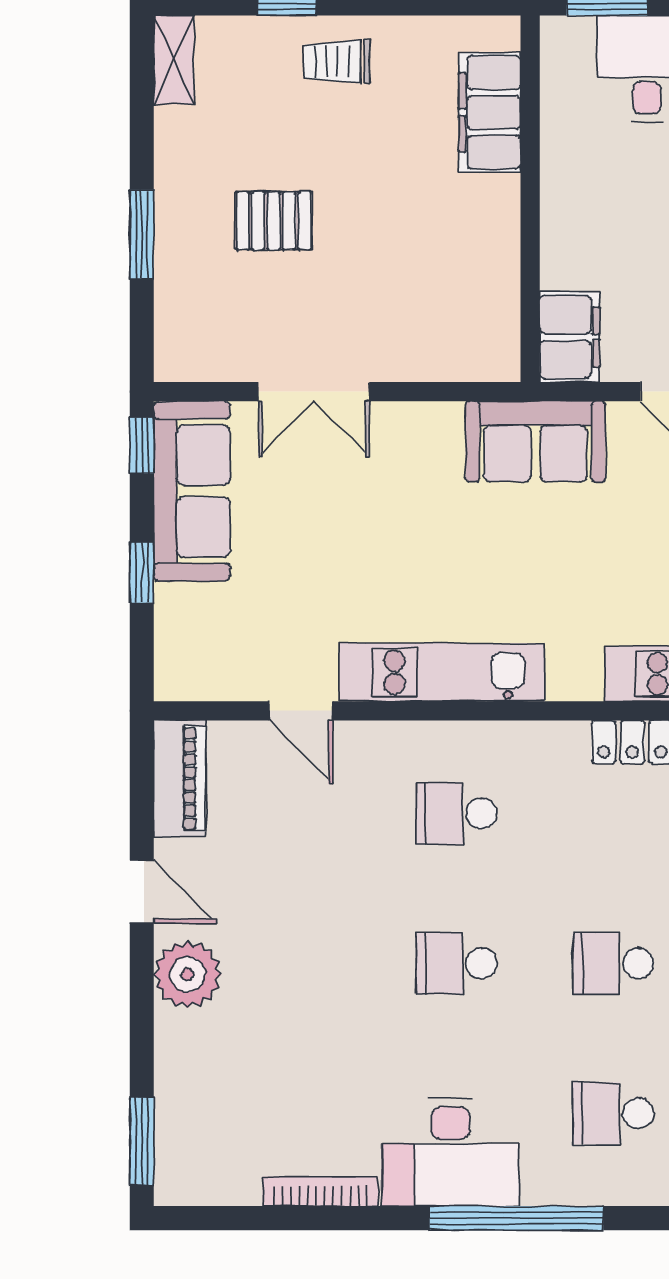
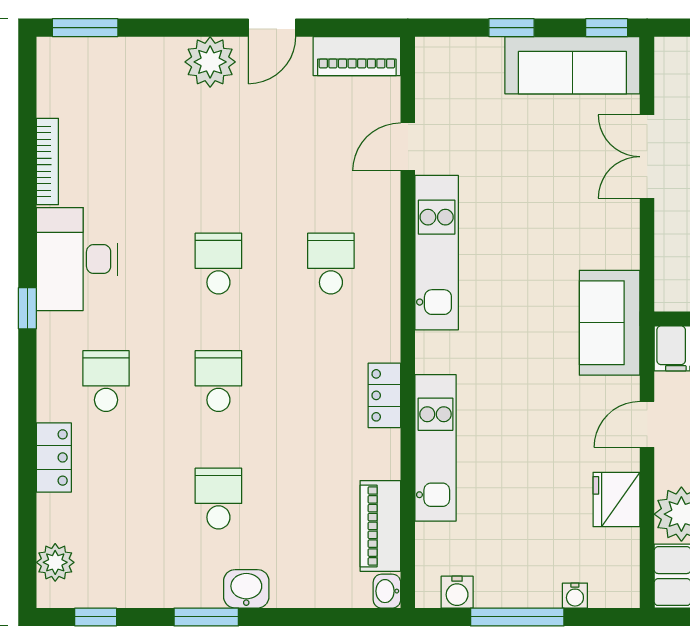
window: (516, 1218) -> (27, 308), width x0.32

